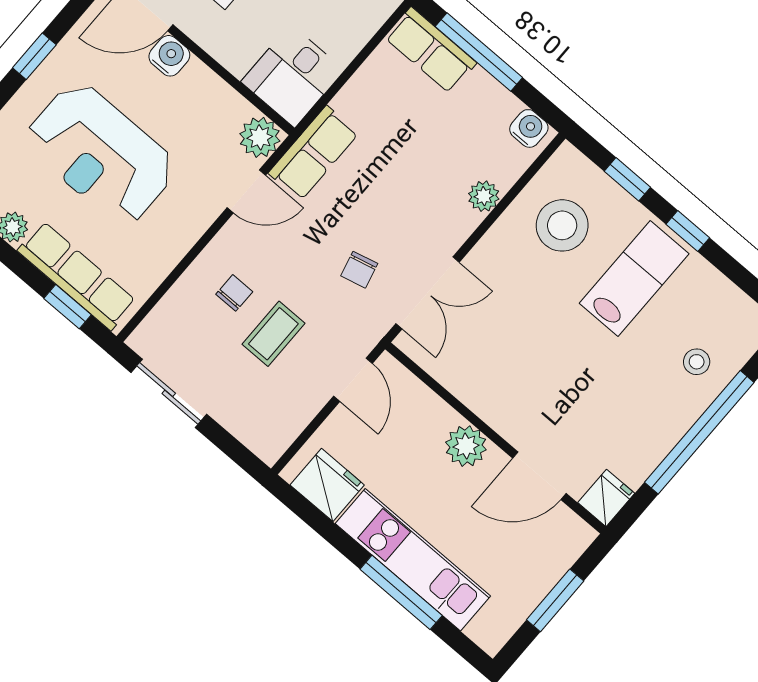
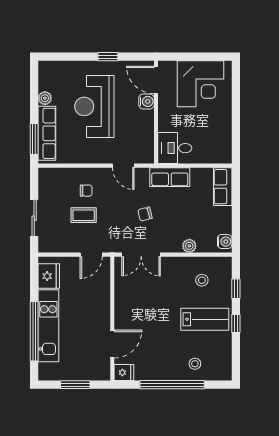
window: (479, 52) -> (236, 203), removed
plant: (260, 137) -> (145, 155), removed
row of seats: (314, 153) -> (170, 177), moved
stool: (562, 225) -> (202, 280), width x0.53, depth x0.53
chair: (359, 270) -> (145, 214), moved
window: (68, 307) -> (34, 139), width x1.50
sliding door: (169, 393) -> (34, 218), moved
plant: (466, 446) -> (101, 311), removed
door: (539, 476) -> (112, 344), swing flipped
window: (401, 592) -> (34, 331), width x1.46

